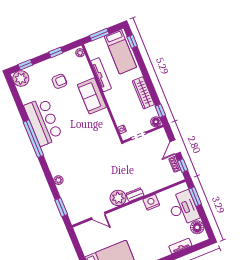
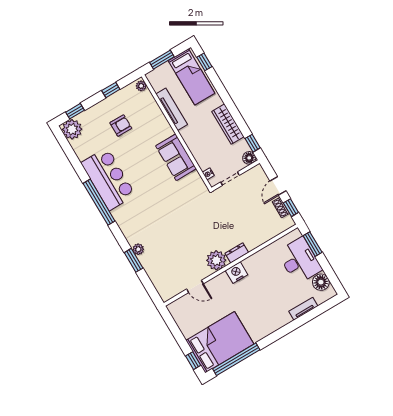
sofa: (92, 96) -> (176, 157), moved
nightstand: (151, 202) -> (237, 273), moved
window: (61, 207) -> (134, 260), moved

